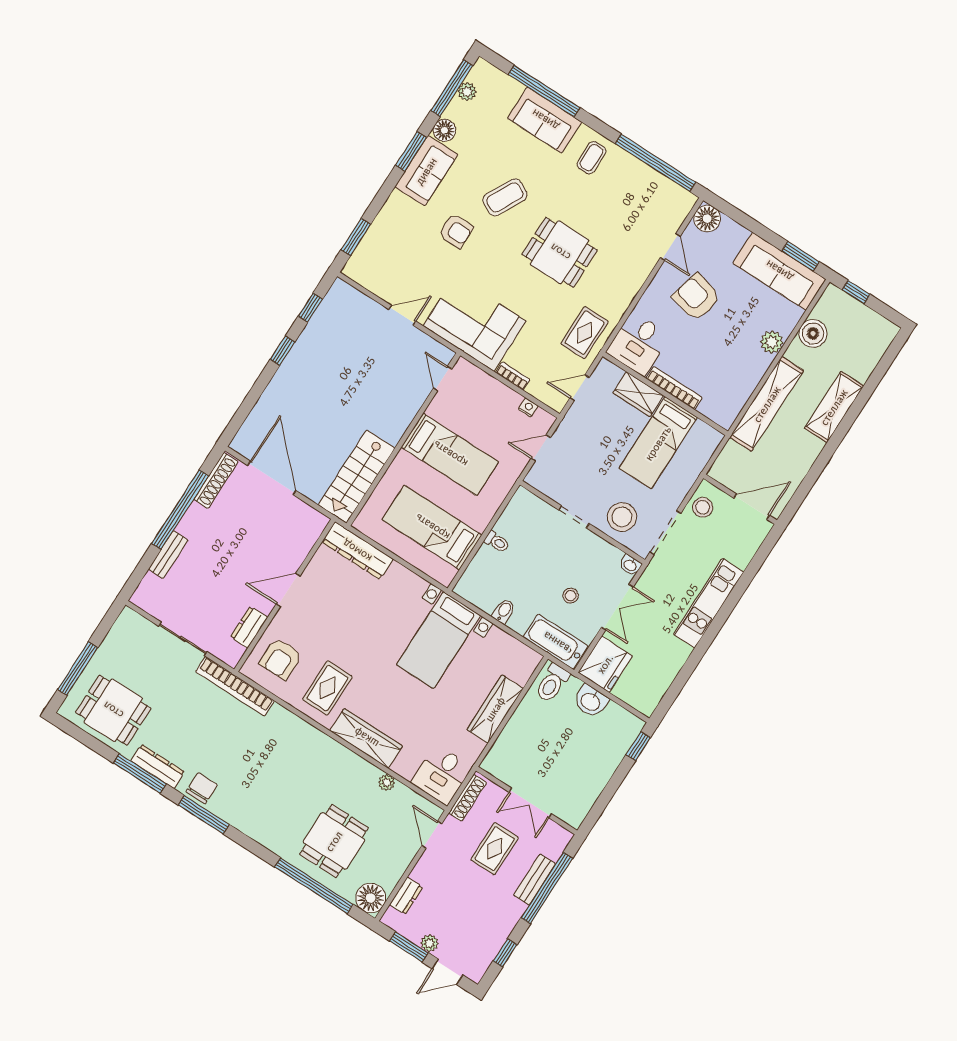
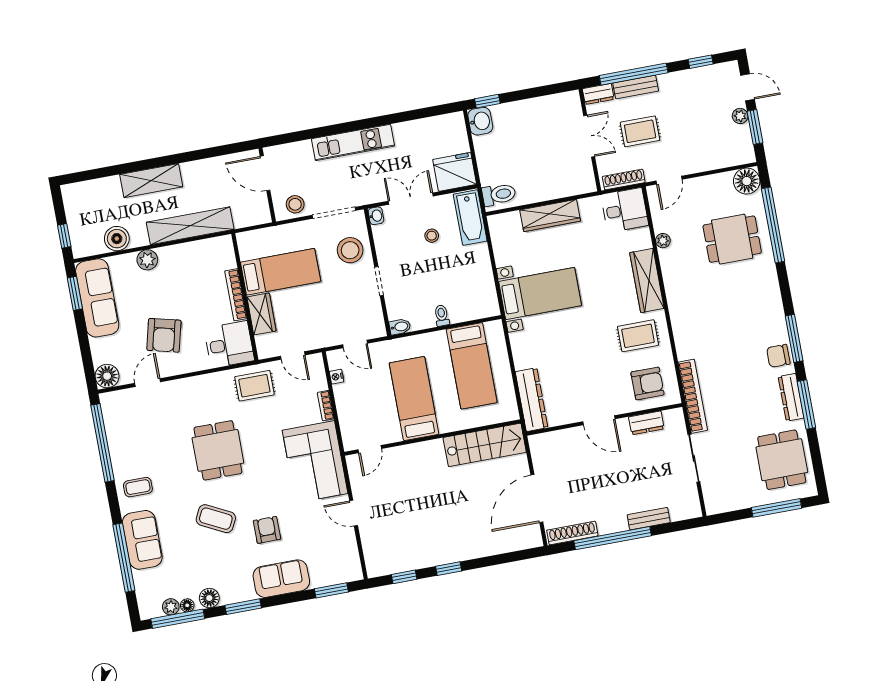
floor lamp: (456, 106) -> (187, 605), added
sofa: (426, 171) -> (281, 579), moved
bidet: (504, 611) -> (400, 327), moved, turned 180
washbasin: (591, 701) -> (480, 121), moved
dresser: (406, 896) -> (598, 94), moved, turned 180

